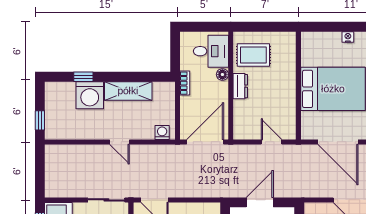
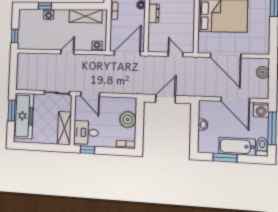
shelving: (128, 91) -> (86, 16), moved
washing machine: (90, 95) -> (49, 14), width x0.53, depth x0.53
door: (119, 142) -> (67, 52), swing flipped

